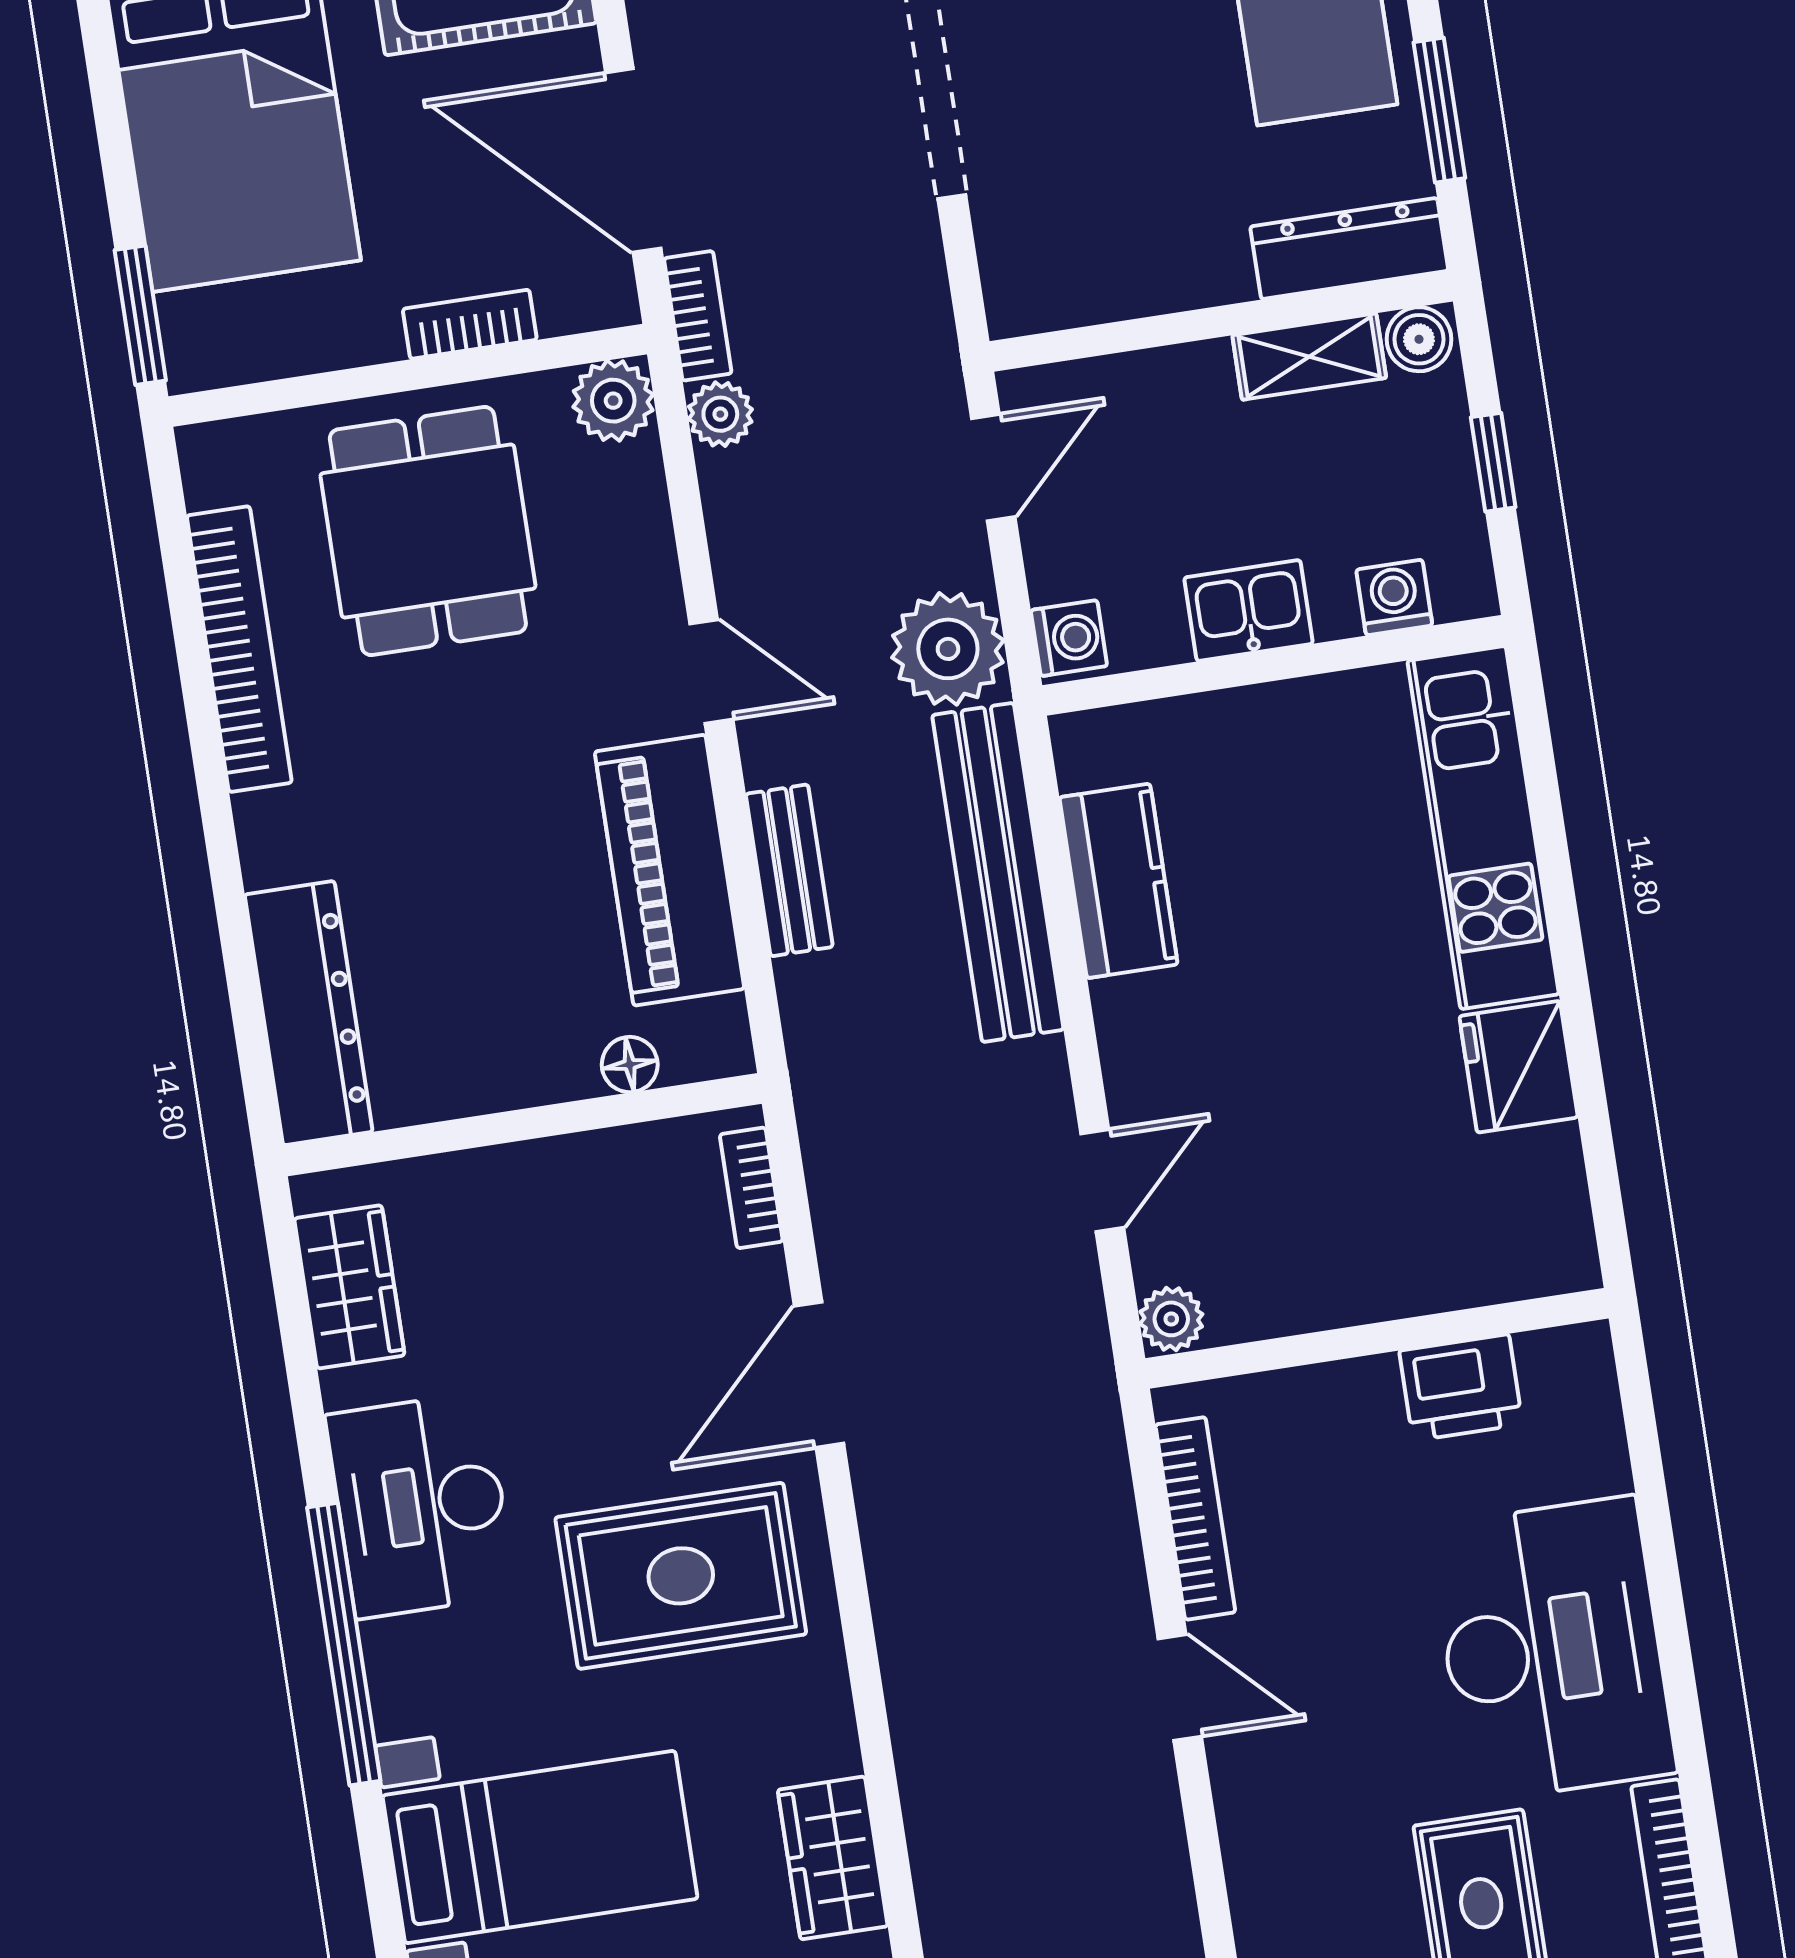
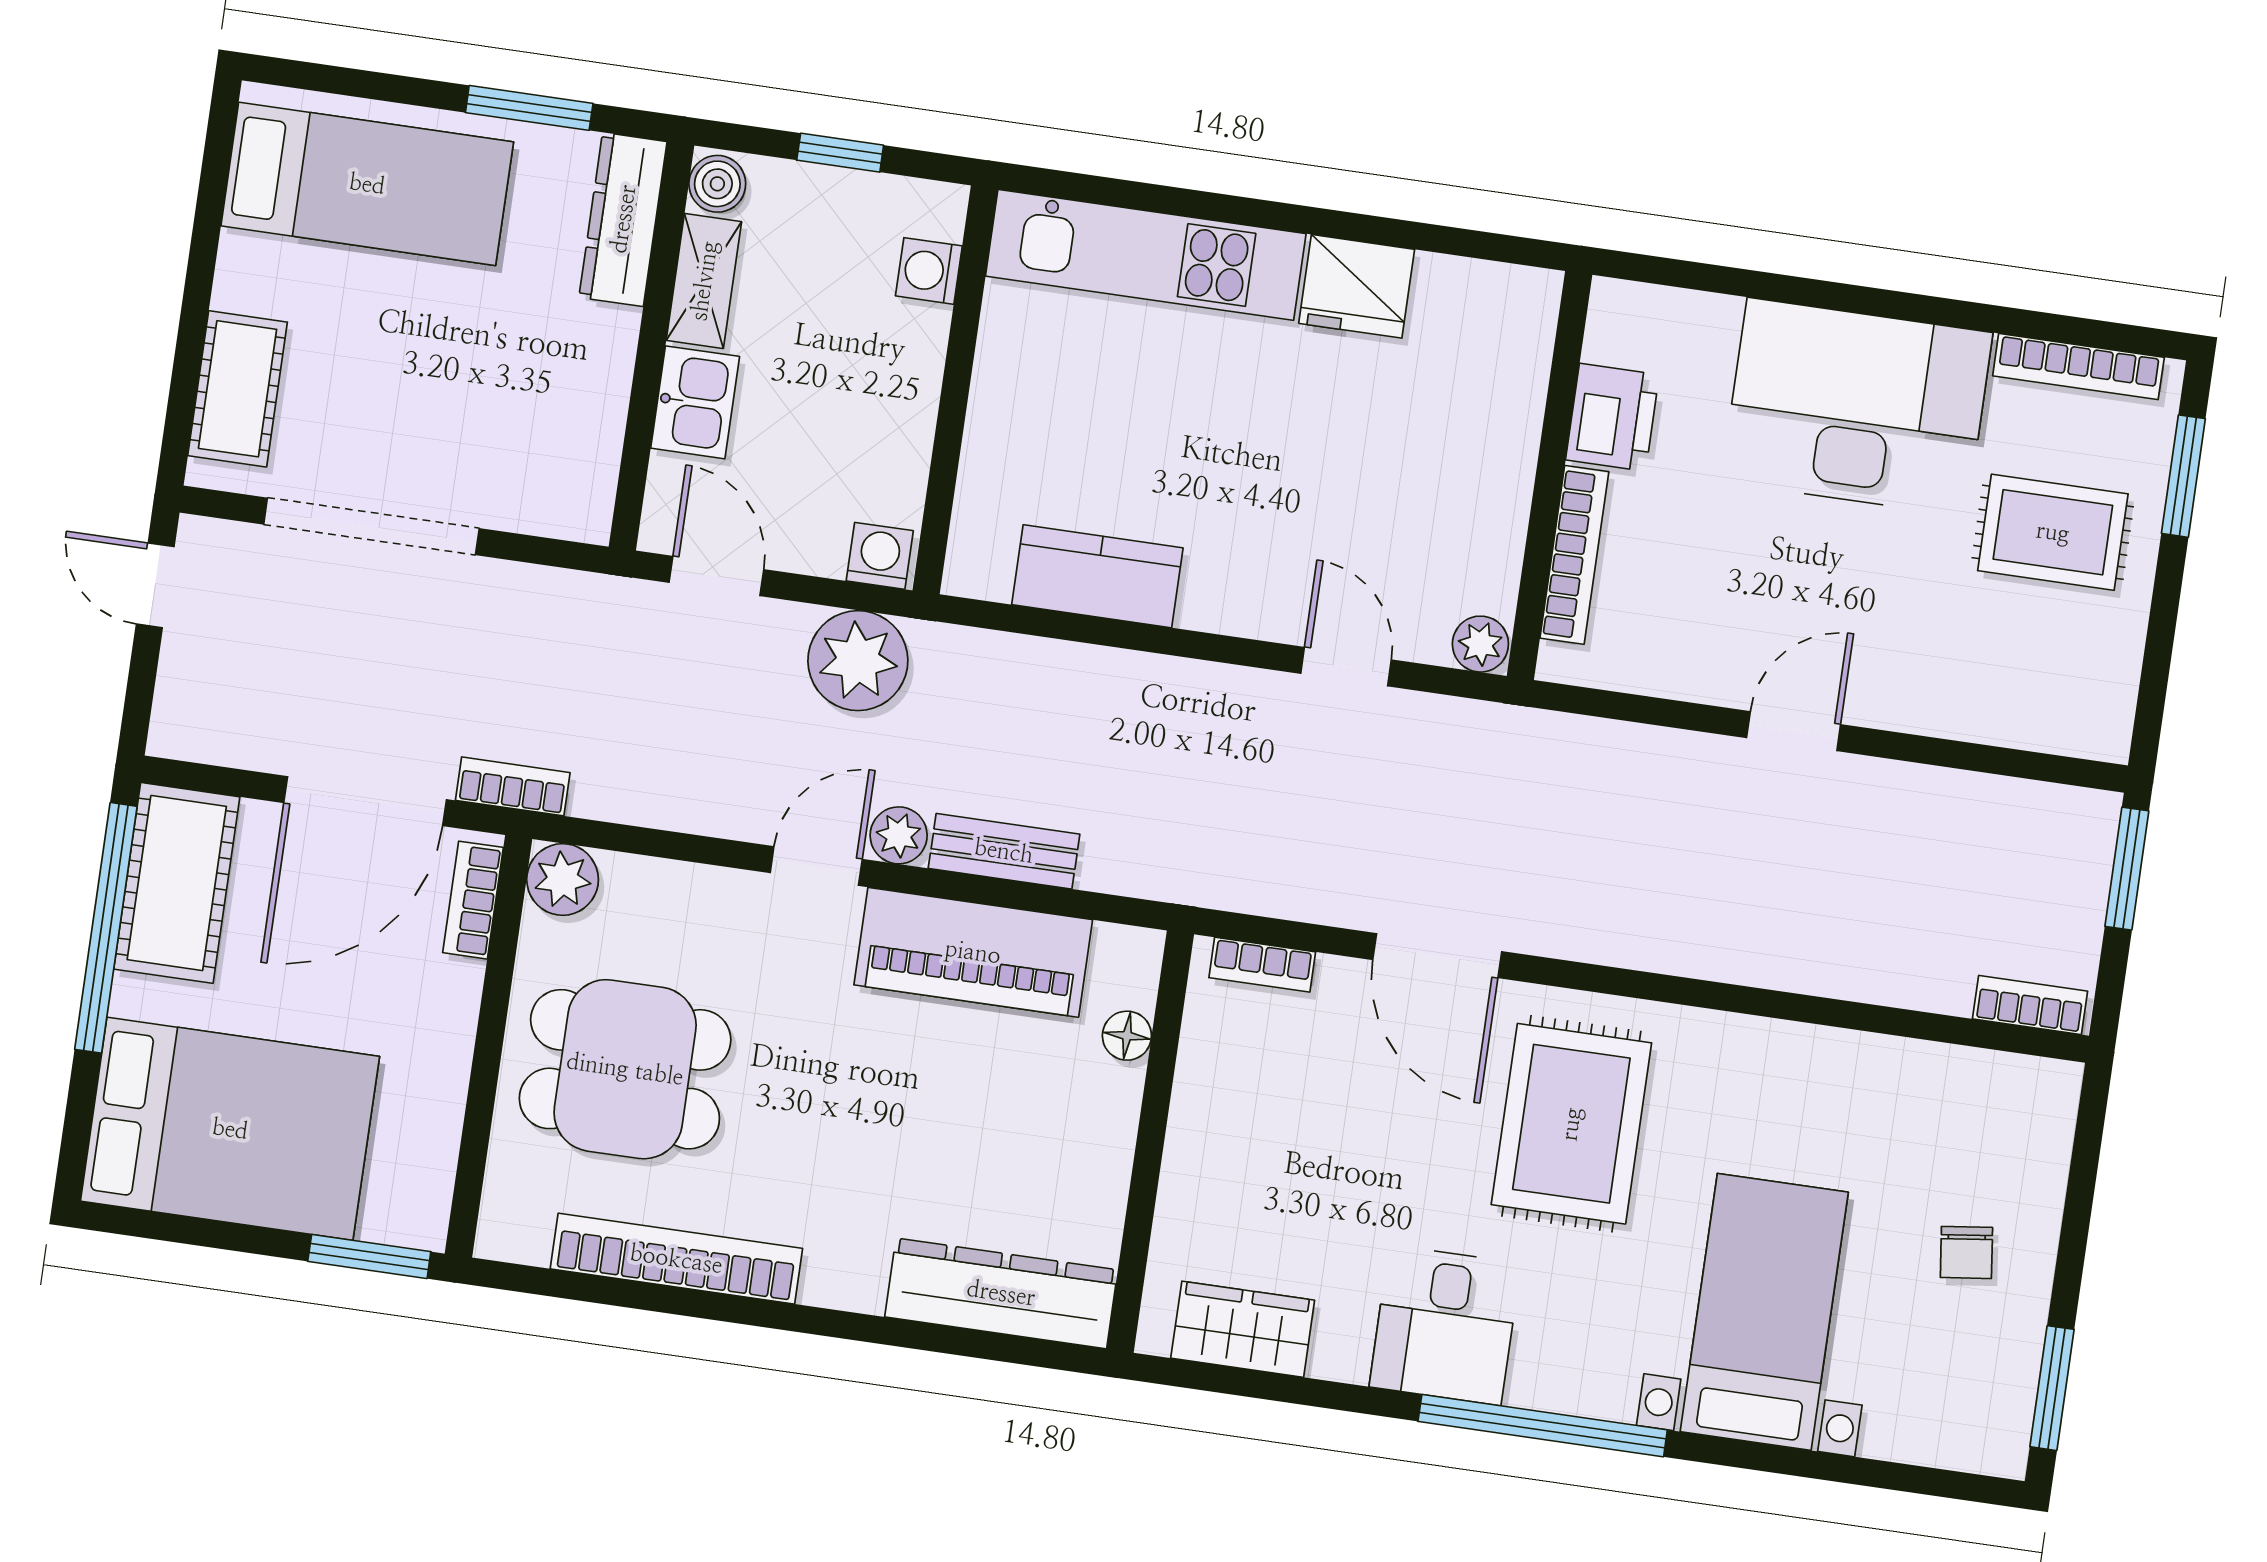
bookcase: (470, 324) -> (473, 900), moved
plant: (720, 414) -> (899, 835), moved
kitchen sink: (1249, 611) -> (695, 402), moved, turned 180
bench: (998, 872) -> (1059, 676), removed
desk: (421, 1505) -> (1445, 1325), width x0.73
bookcase: (1195, 1518) -> (1574, 555), moved, turned 90
wardrobe: (833, 1858) -> (1848, 1068), removed

